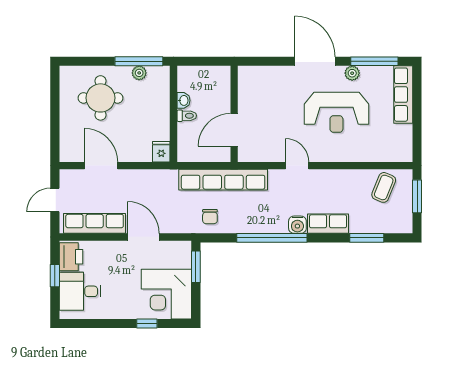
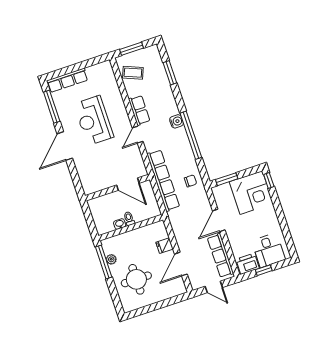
plant: (352, 73) -> (64, 119), removed
reception desk: (336, 112) -> (94, 120), turned 180
fridge: (161, 152) -> (165, 246), moved
row of seats: (328, 224) -> (139, 110), moved, turned 180
window: (147, 323) -> (269, 180), moved

